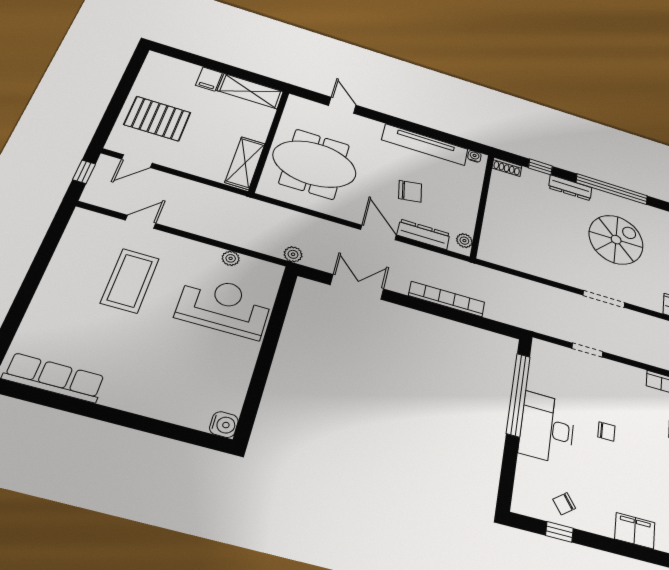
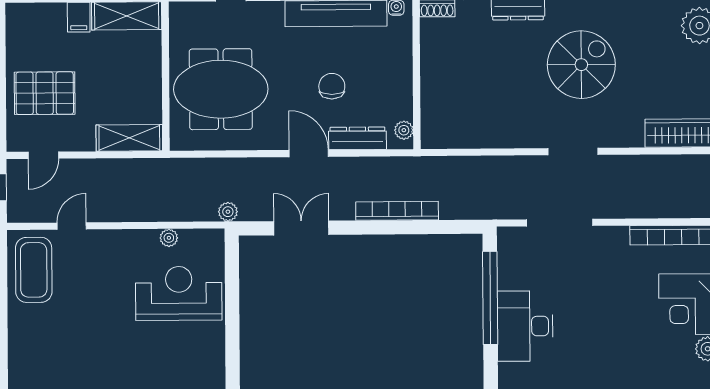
shelving: (245, 163) -> (129, 138), moved, turned 90
chair: (410, 191) -> (332, 86), turned -81
coffee table: (130, 281) -> (34, 270), moved
doorway: (587, 350) -> (560, 223), width x1.88
chair: (606, 431) -> (589, 311), removed

